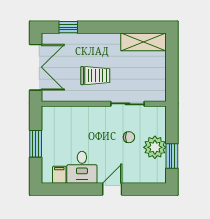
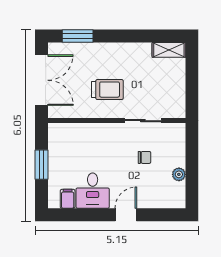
window: (68, 27) -> (78, 36), width x1.50
shelving: (144, 42) -> (169, 50), width x0.67, depth x0.75
plant: (155, 147) -> (179, 174), width x0.53, depth x0.53
window: (172, 156) -> (192, 178), removed

